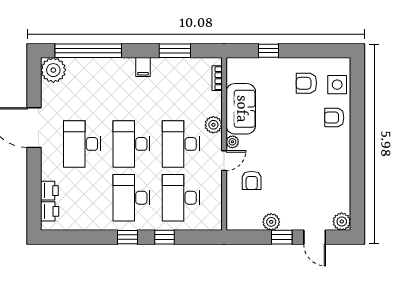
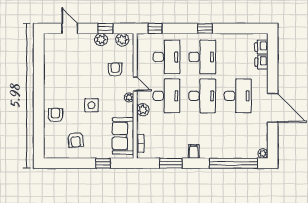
plant: (53, 70) -> (263, 154), width x0.53, depth x0.53
armchair: (306, 83) -> (76, 140), turned 84
side table: (337, 85) -> (92, 105), moved
sofa: (241, 109) -> (123, 136), moved
armchair: (334, 118) -> (55, 115), turned -90
door: (224, 161) -> (135, 84), swing flipped
plant: (342, 222) -> (122, 40), moved
window: (164, 237) -> (155, 28), moved
window: (282, 237) -> (105, 28), moved

